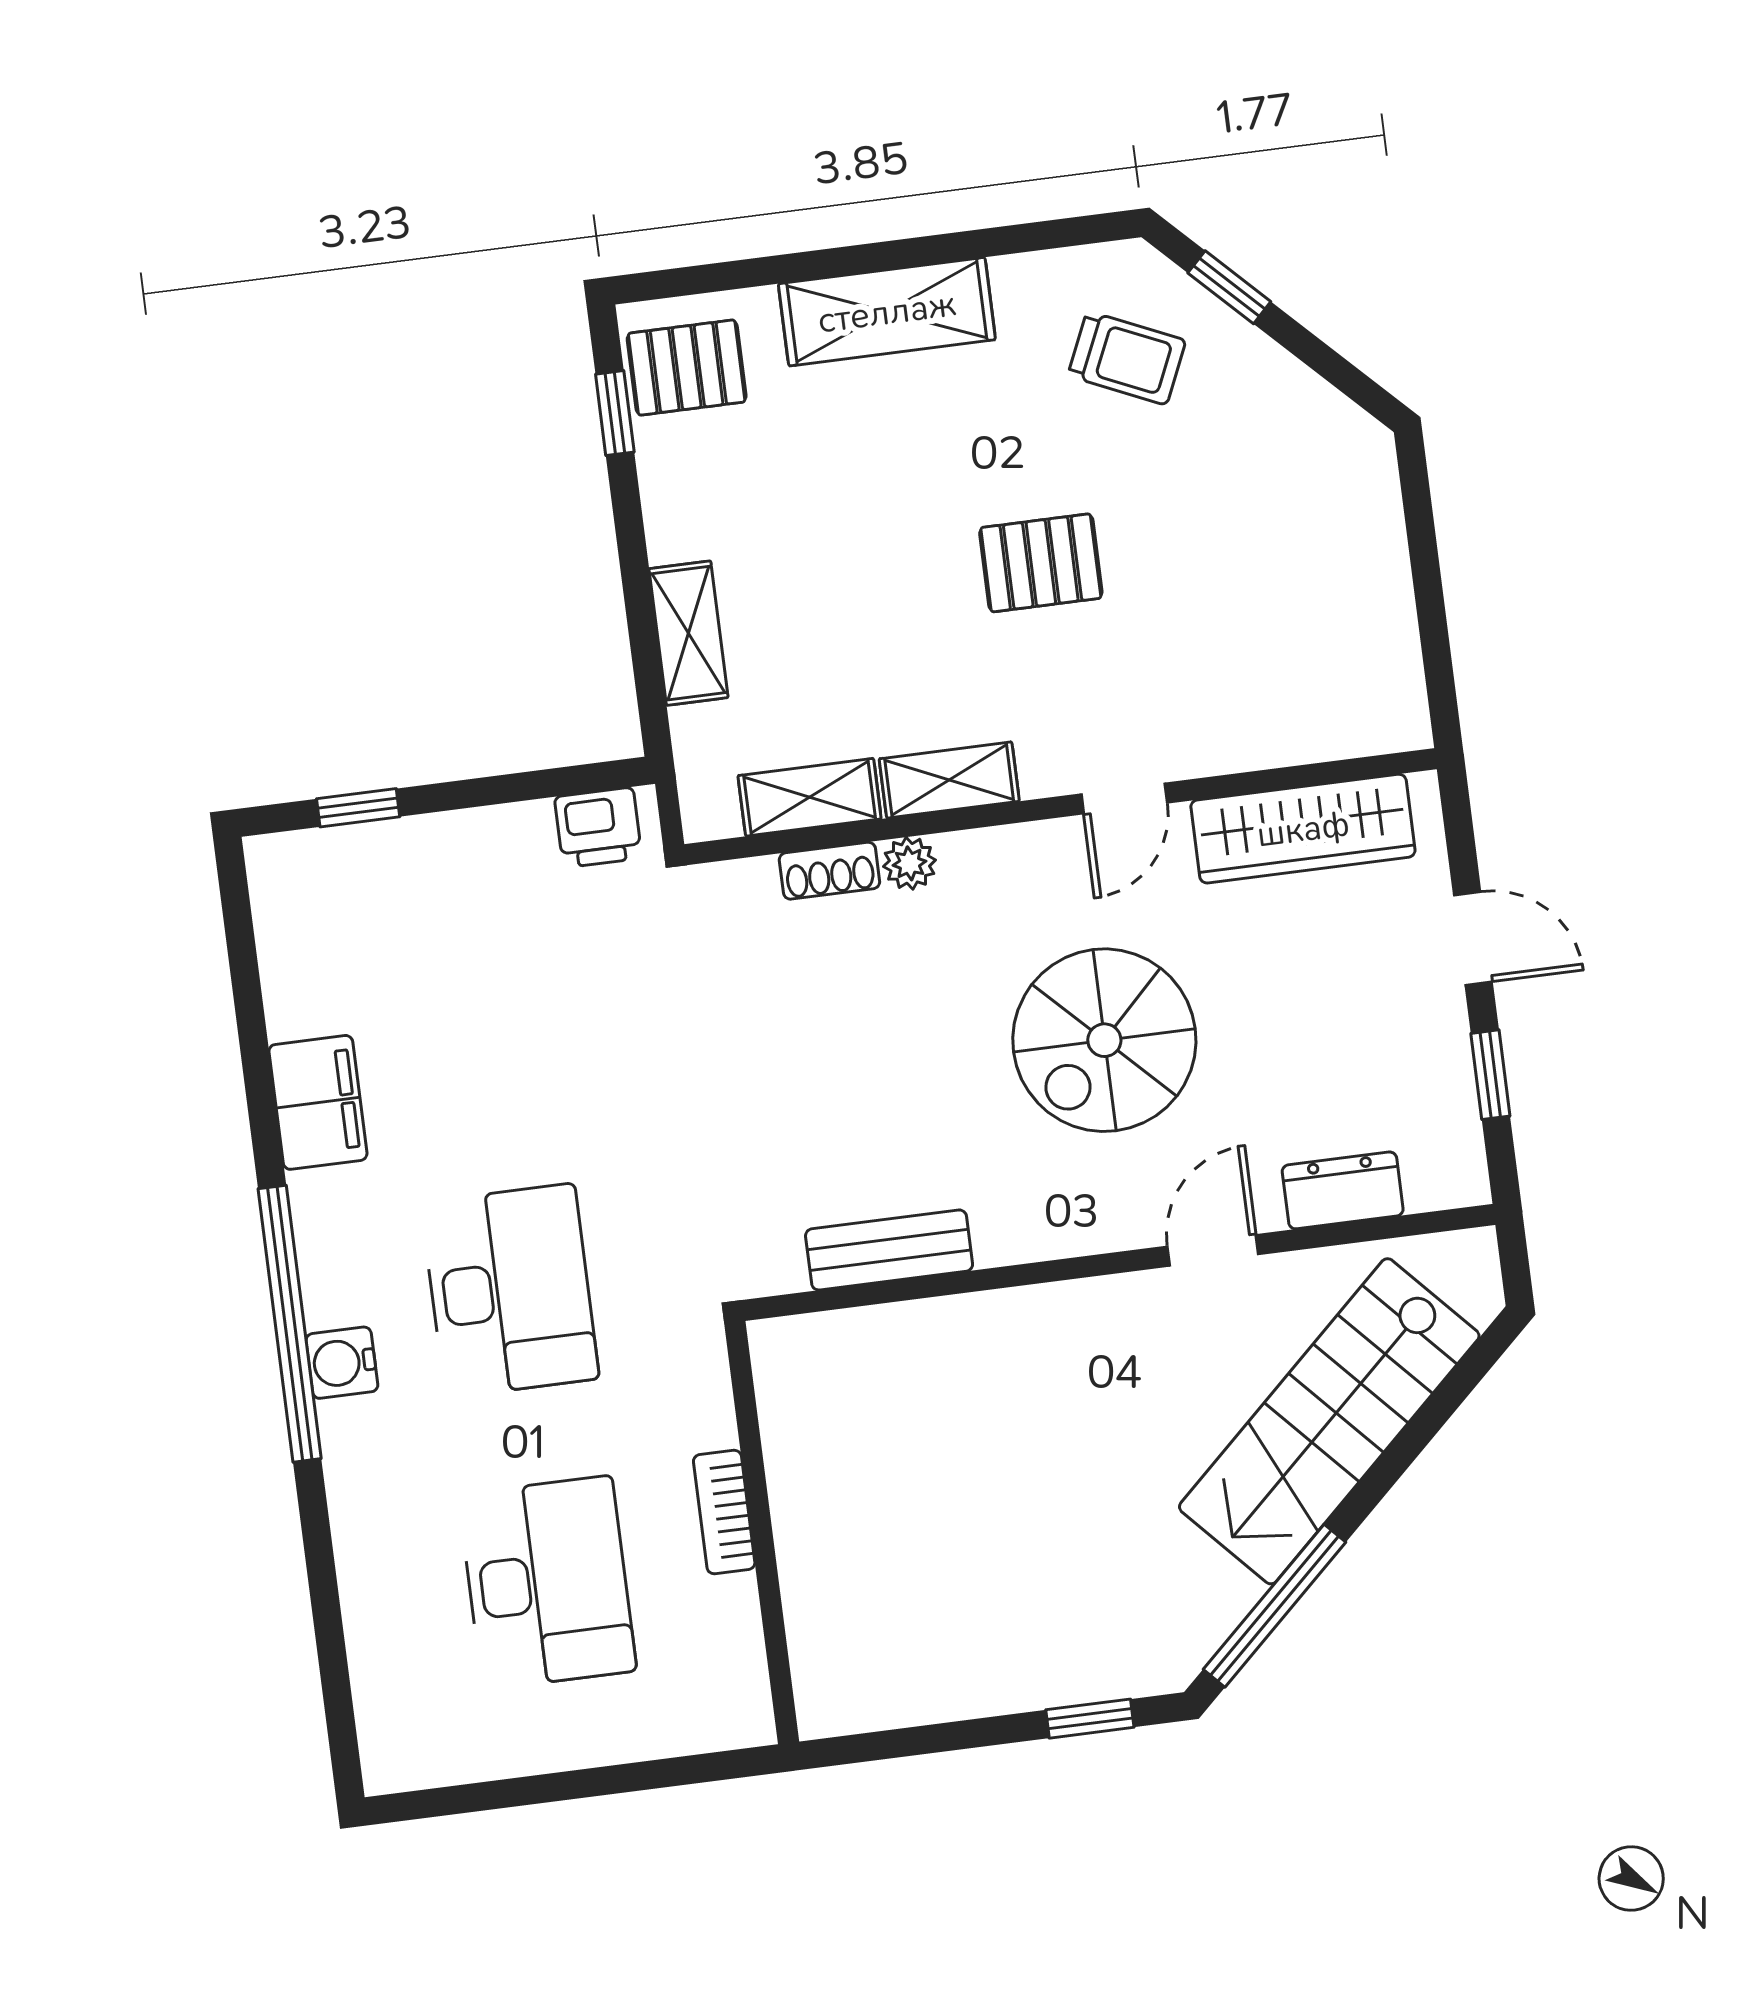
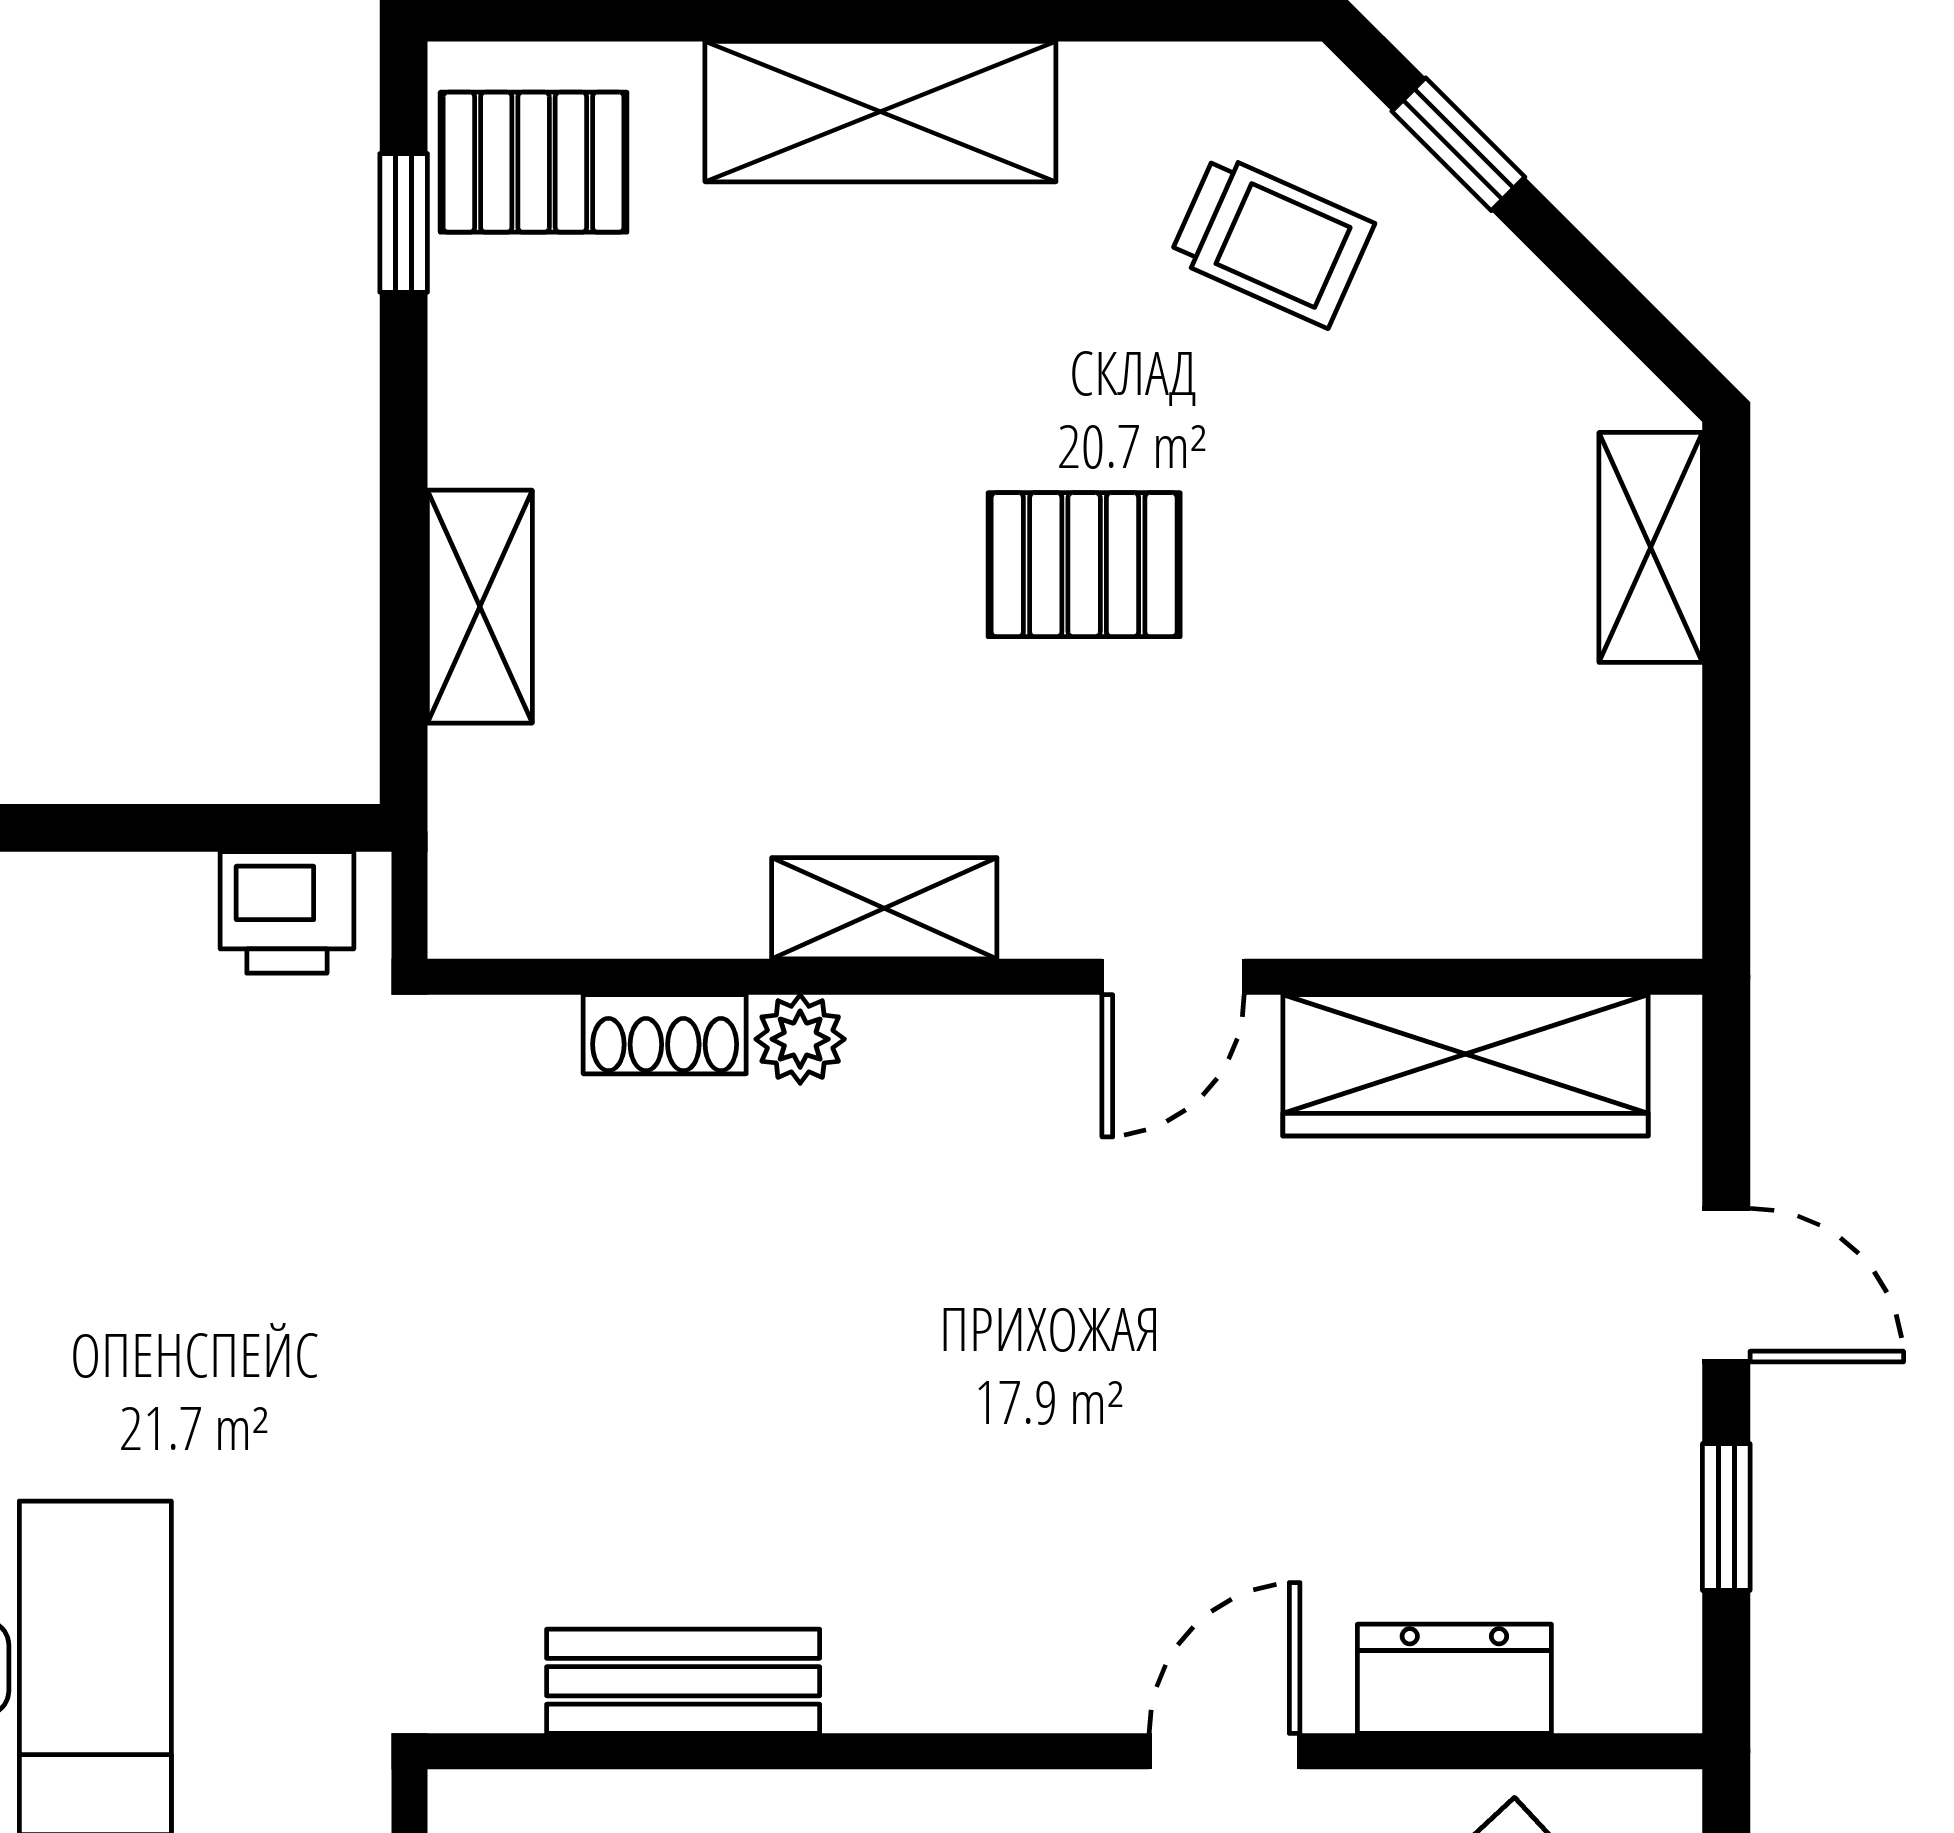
shelving: (810, 797) -> (1651, 547), moved, turned 90
spiral stairs: (1104, 1040) -> (1088, 1377), removed

